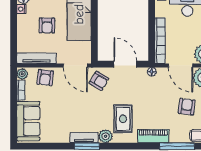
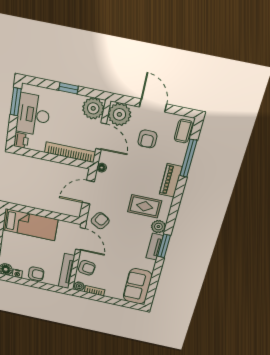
armchair: (47, 26) -> (36, 274), moved
door: (75, 66) -> (80, 239), hinge flipped
door: (181, 66) -> (101, 136), hinge flipped
armchair: (187, 107) -> (147, 139), turned -97
sofa: (28, 121) -> (138, 286), moved, turned -90

